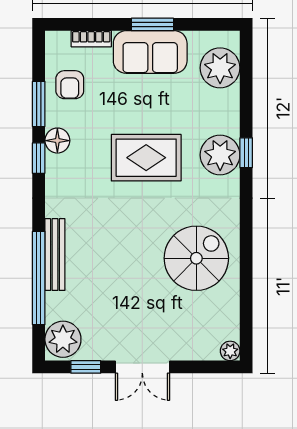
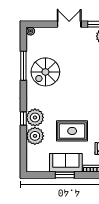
plant: (220, 68) -> (35, 136), moved
rug: (146, 158) -> (72, 131), moved
window: (246, 272) -> (23, 66), added

